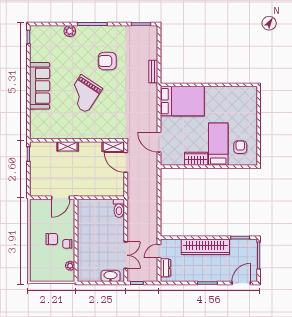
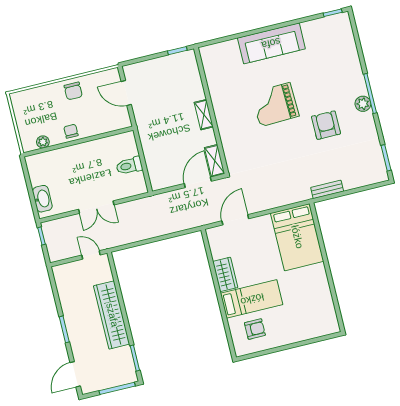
plant: (70, 31) -> (363, 104), moved
grand piano: (84, 94) -> (275, 105), turned -35
shelving: (68, 146) -> (204, 115), moved
door: (61, 198) -> (126, 93), moved
toilet: (119, 208) -> (129, 166), moved
chair: (52, 239) -> (73, 91), moved
double door: (126, 255) -> (96, 207), moved
dresser: (165, 268) -> (71, 269), removed
door: (241, 283) -> (75, 374), swing flipped

